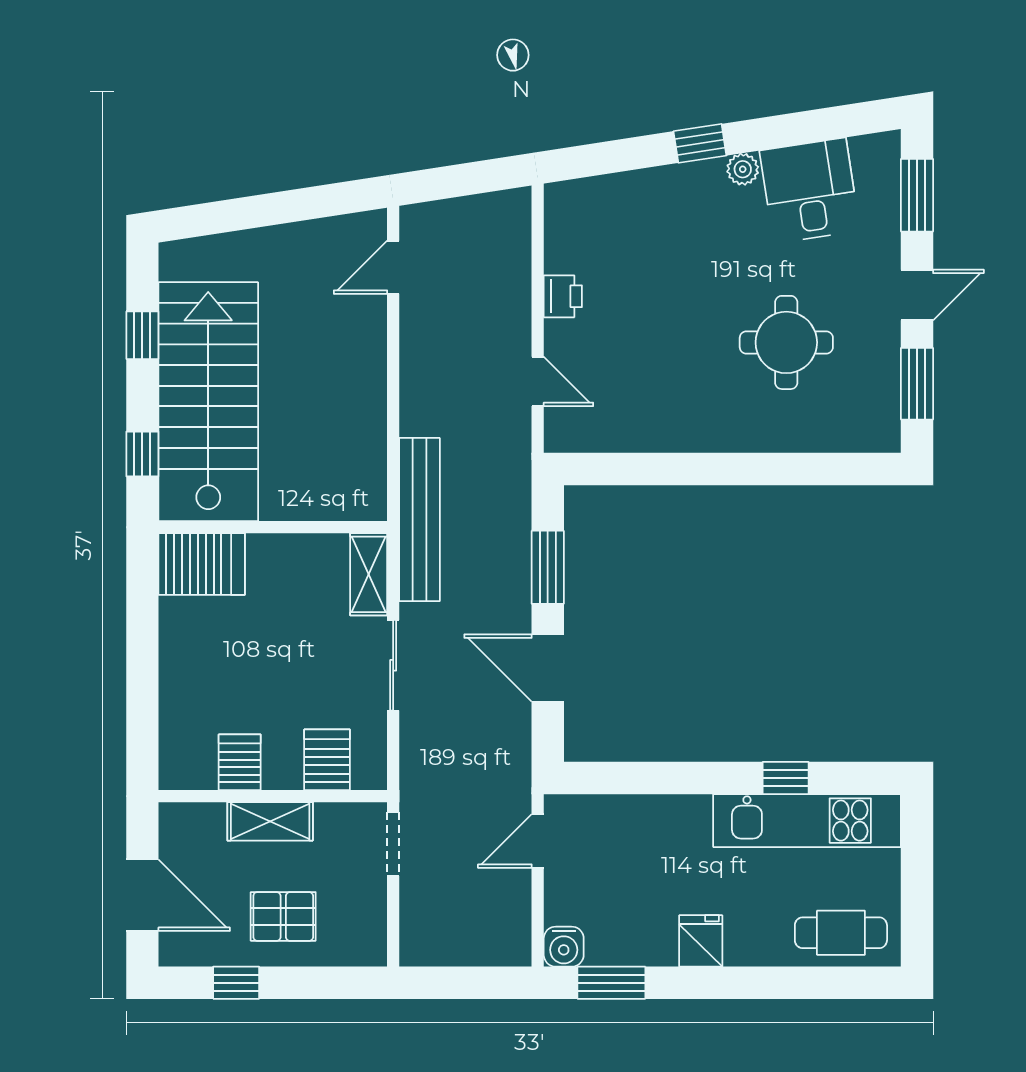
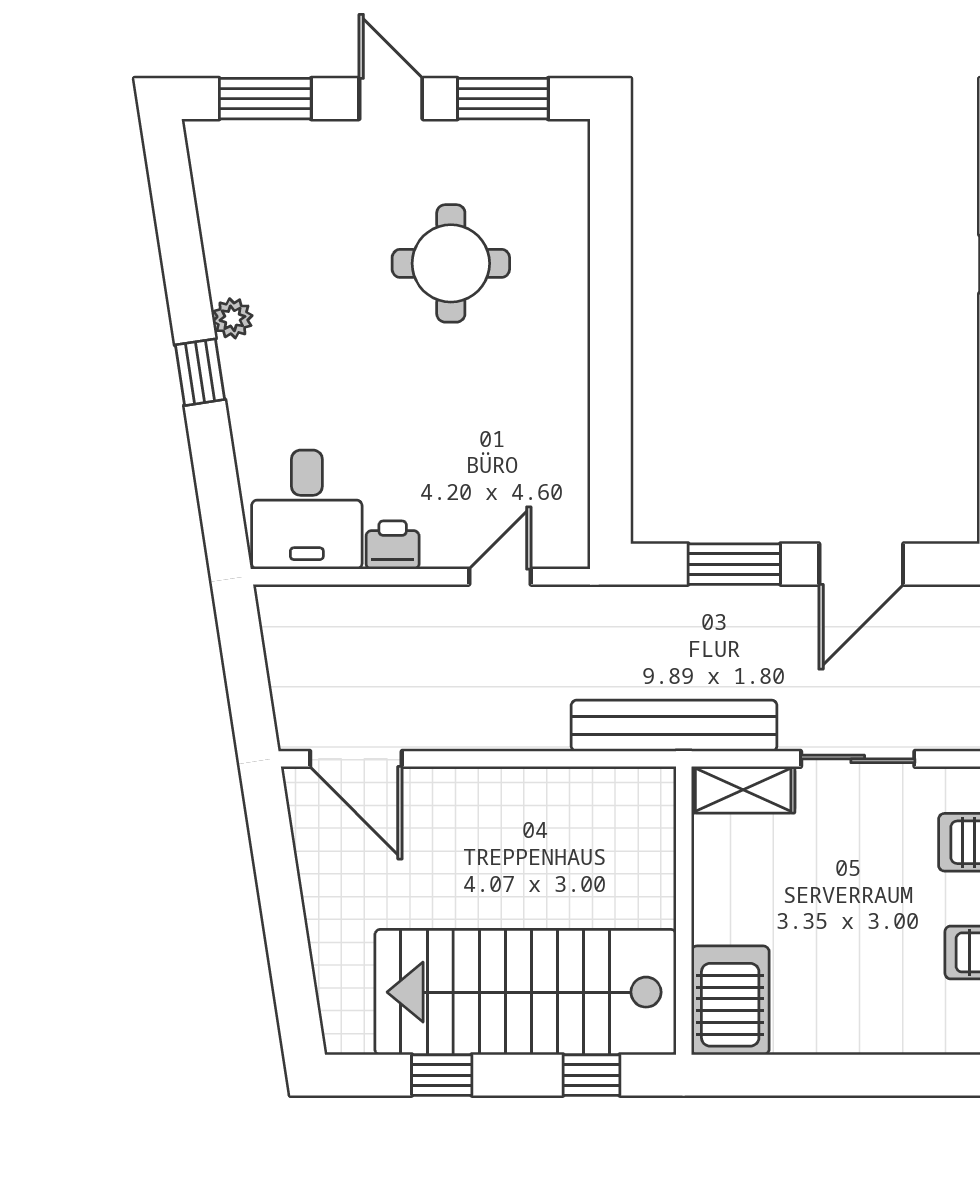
desk: (810, 191) -> (307, 510), moved, turned -81
door: (393, 267) -> (356, 759), width x1.38

